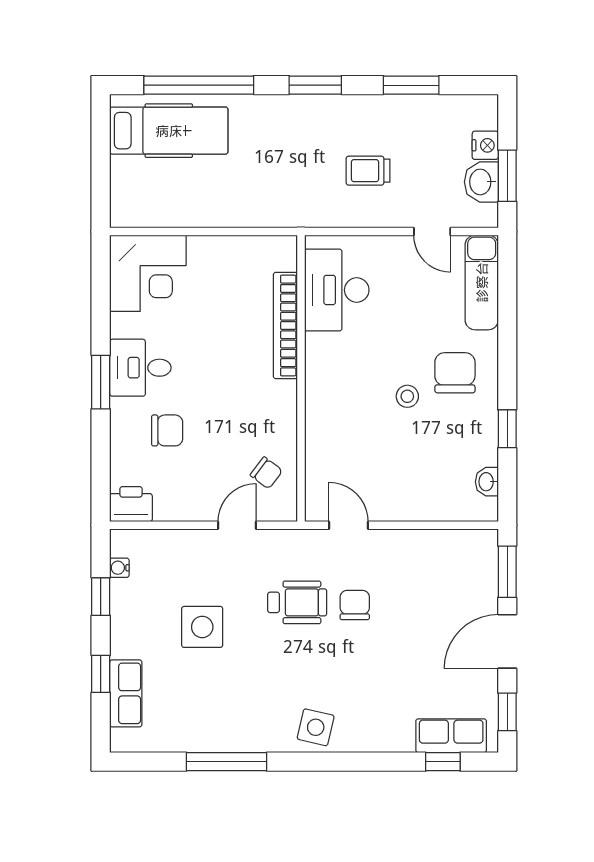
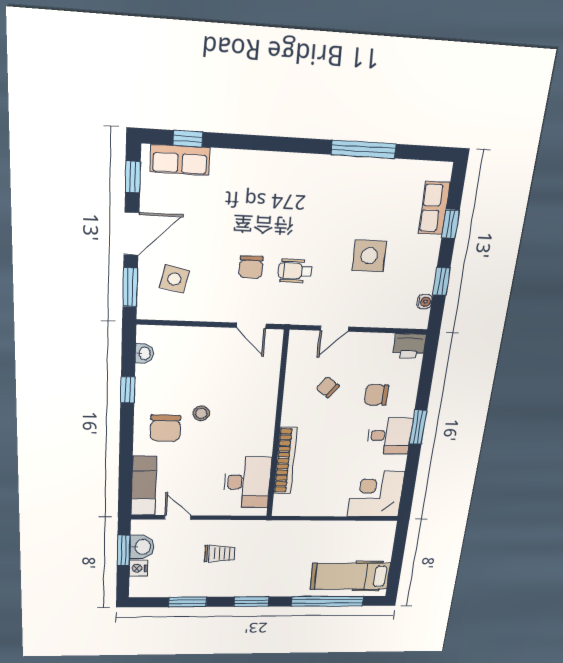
chair: (266, 473) -> (328, 387), moved
wheelchair: (297, 602) -> (295, 271), width x0.73, depth x0.73
side table: (316, 727) -> (174, 279), moved

